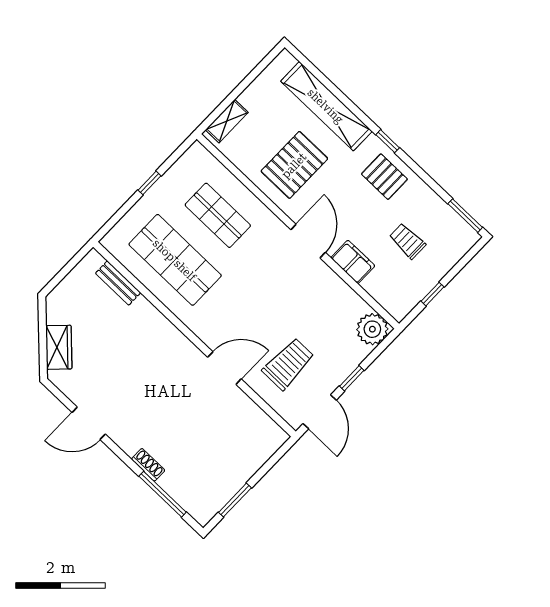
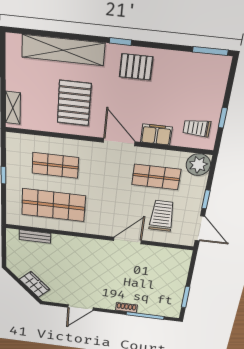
trolley: (407, 241) -> (197, 128), moved
shop shelf: (317, 311) -> (156, 177), added

